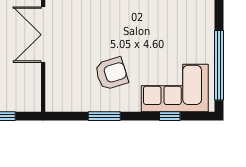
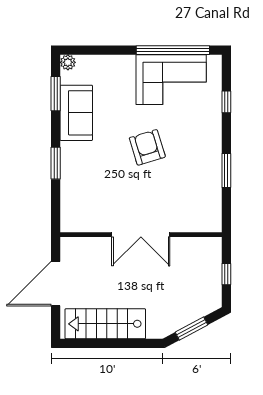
armchair: (111, 73) -> (147, 147), moved
corner sofa: (175, 88) -> (171, 80), moved, turned -90

